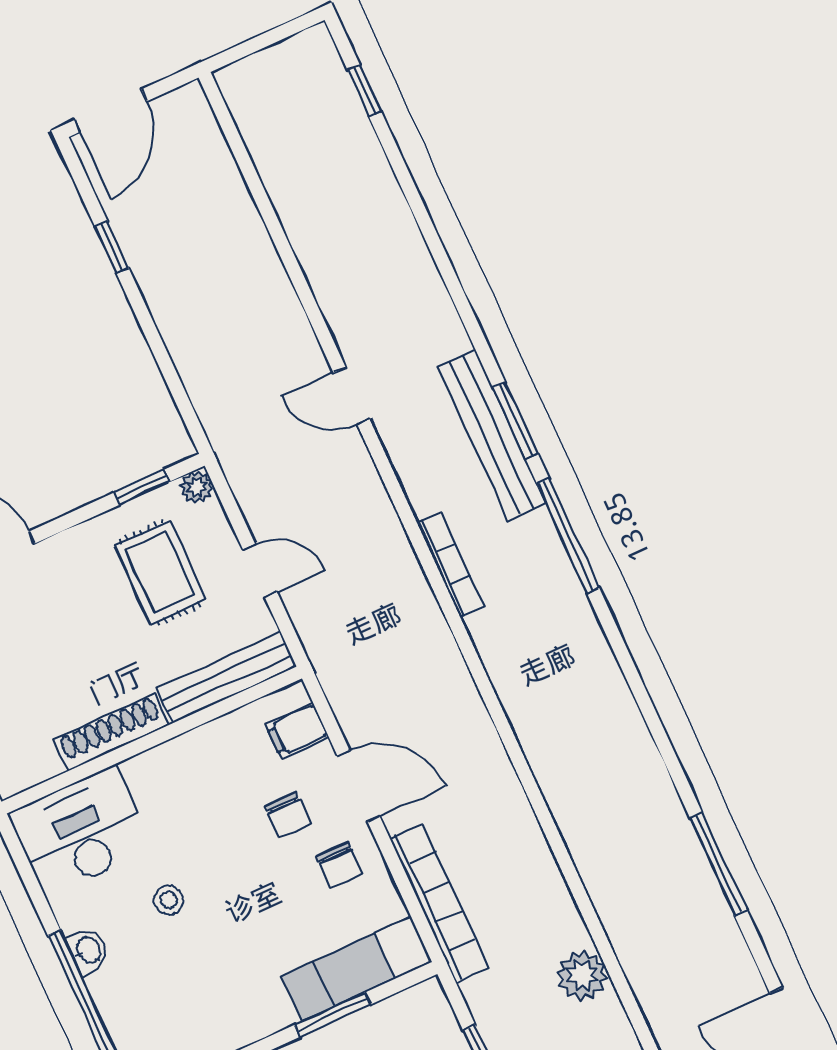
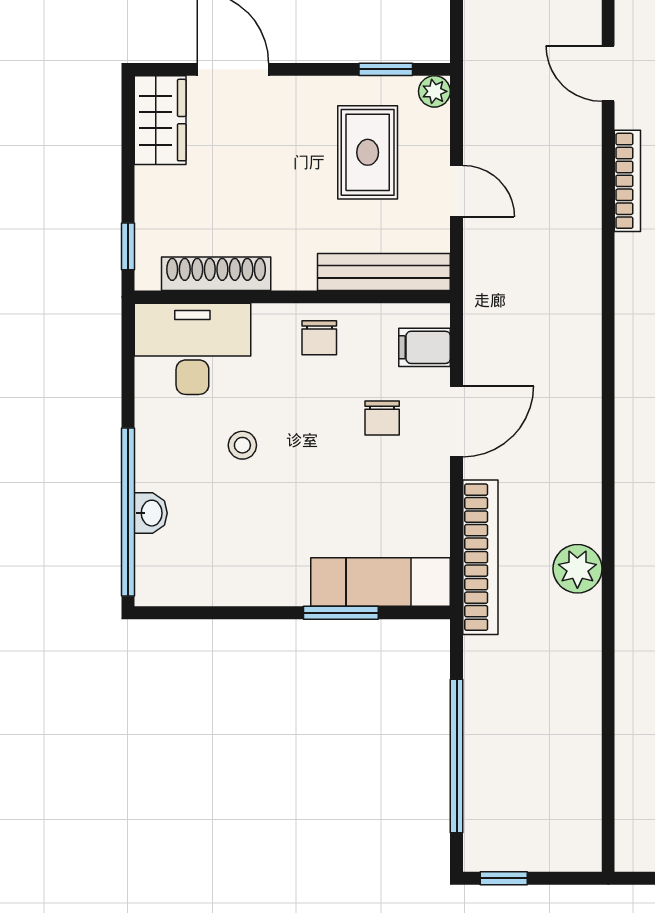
bookcase: (451, 565) -> (627, 181), moved
shoe rack: (111, 732) -> (216, 274), moved
door: (359, 786) -> (457, 421), hinge flipped
chair: (339, 865) -> (319, 338), moved
washbasin: (88, 950) -> (151, 513), moved
plant: (582, 975) -> (577, 569), moved

